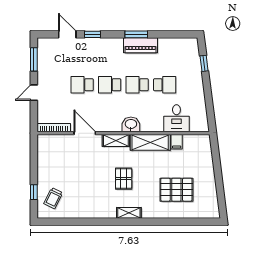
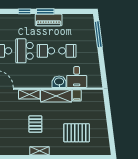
window: (93, 34) -> (25, 11), moved
window: (204, 63) -> (98, 34), width x2.17
school desk: (110, 85) -> (24, 51), width x1.85
washbasin: (131, 124) -> (59, 82), moved

